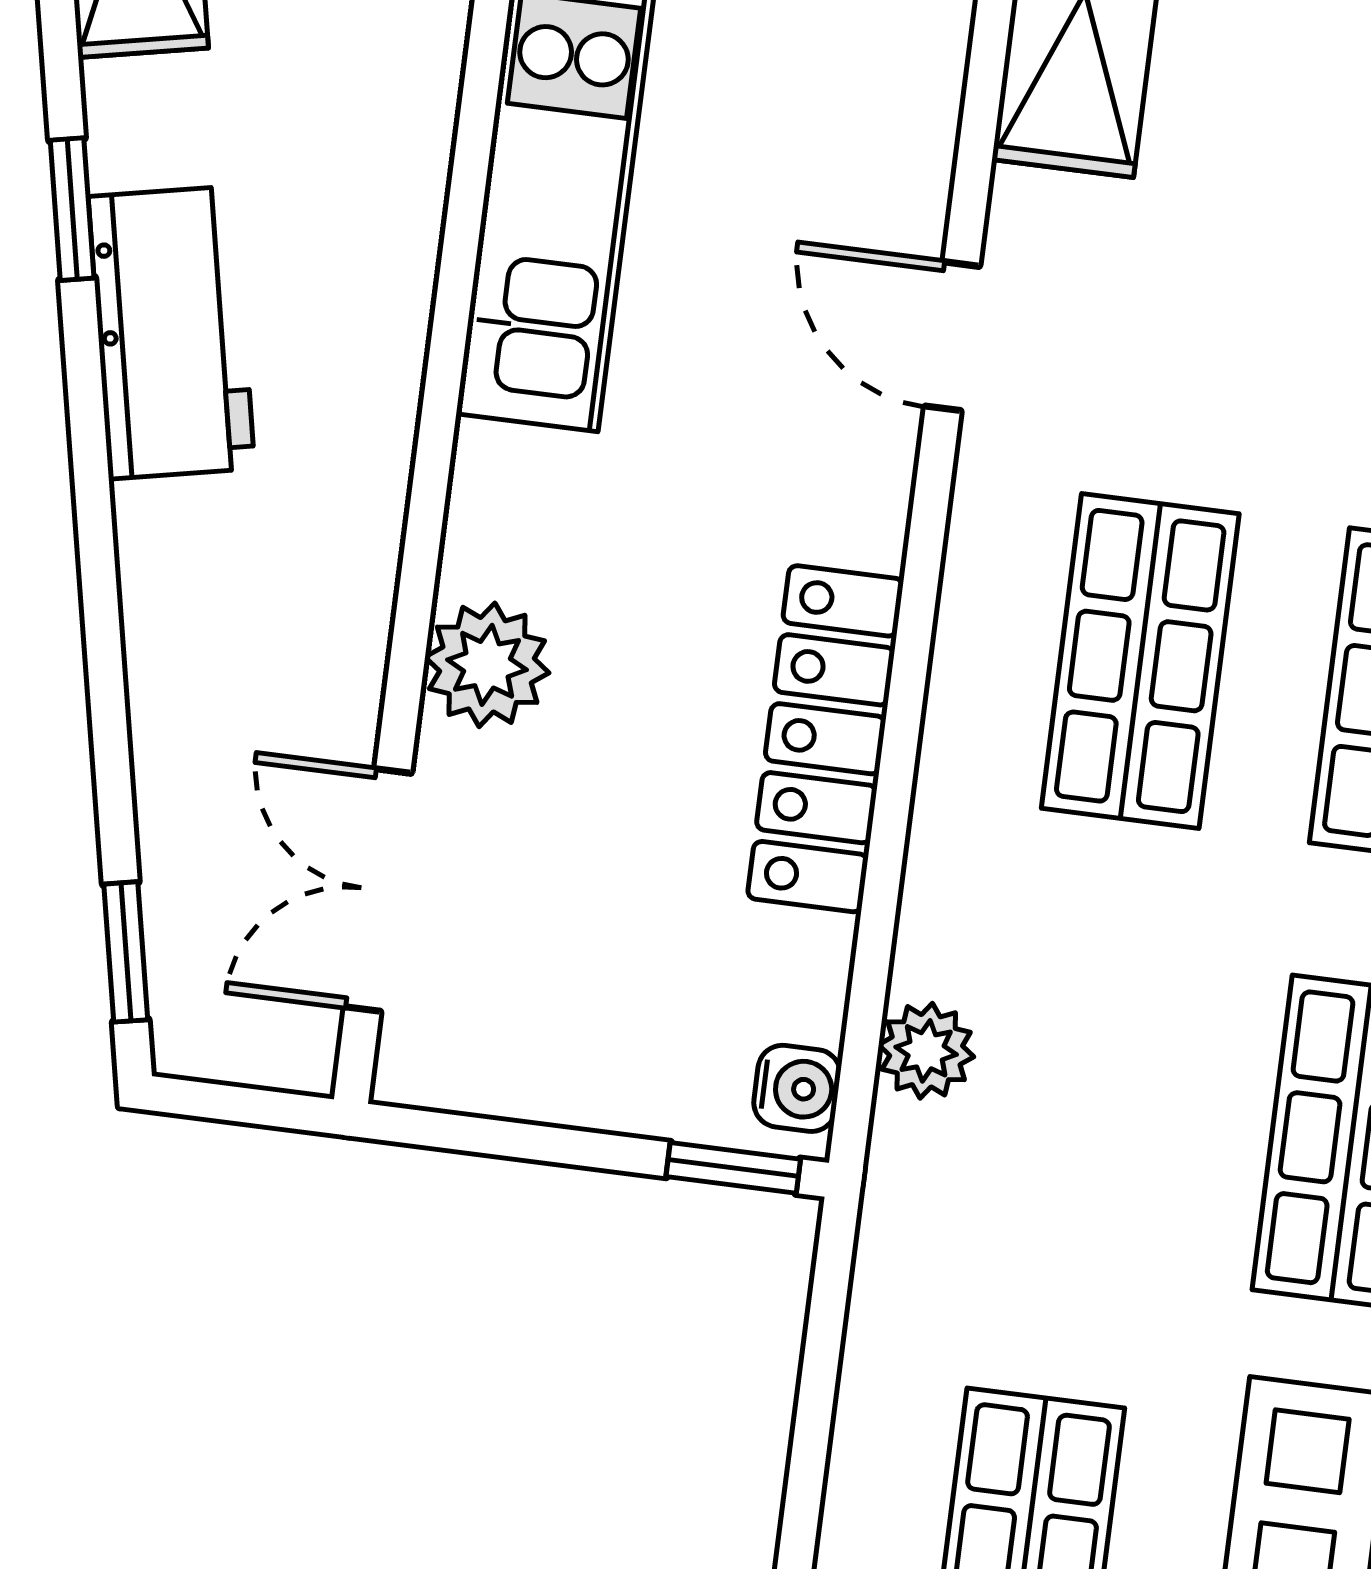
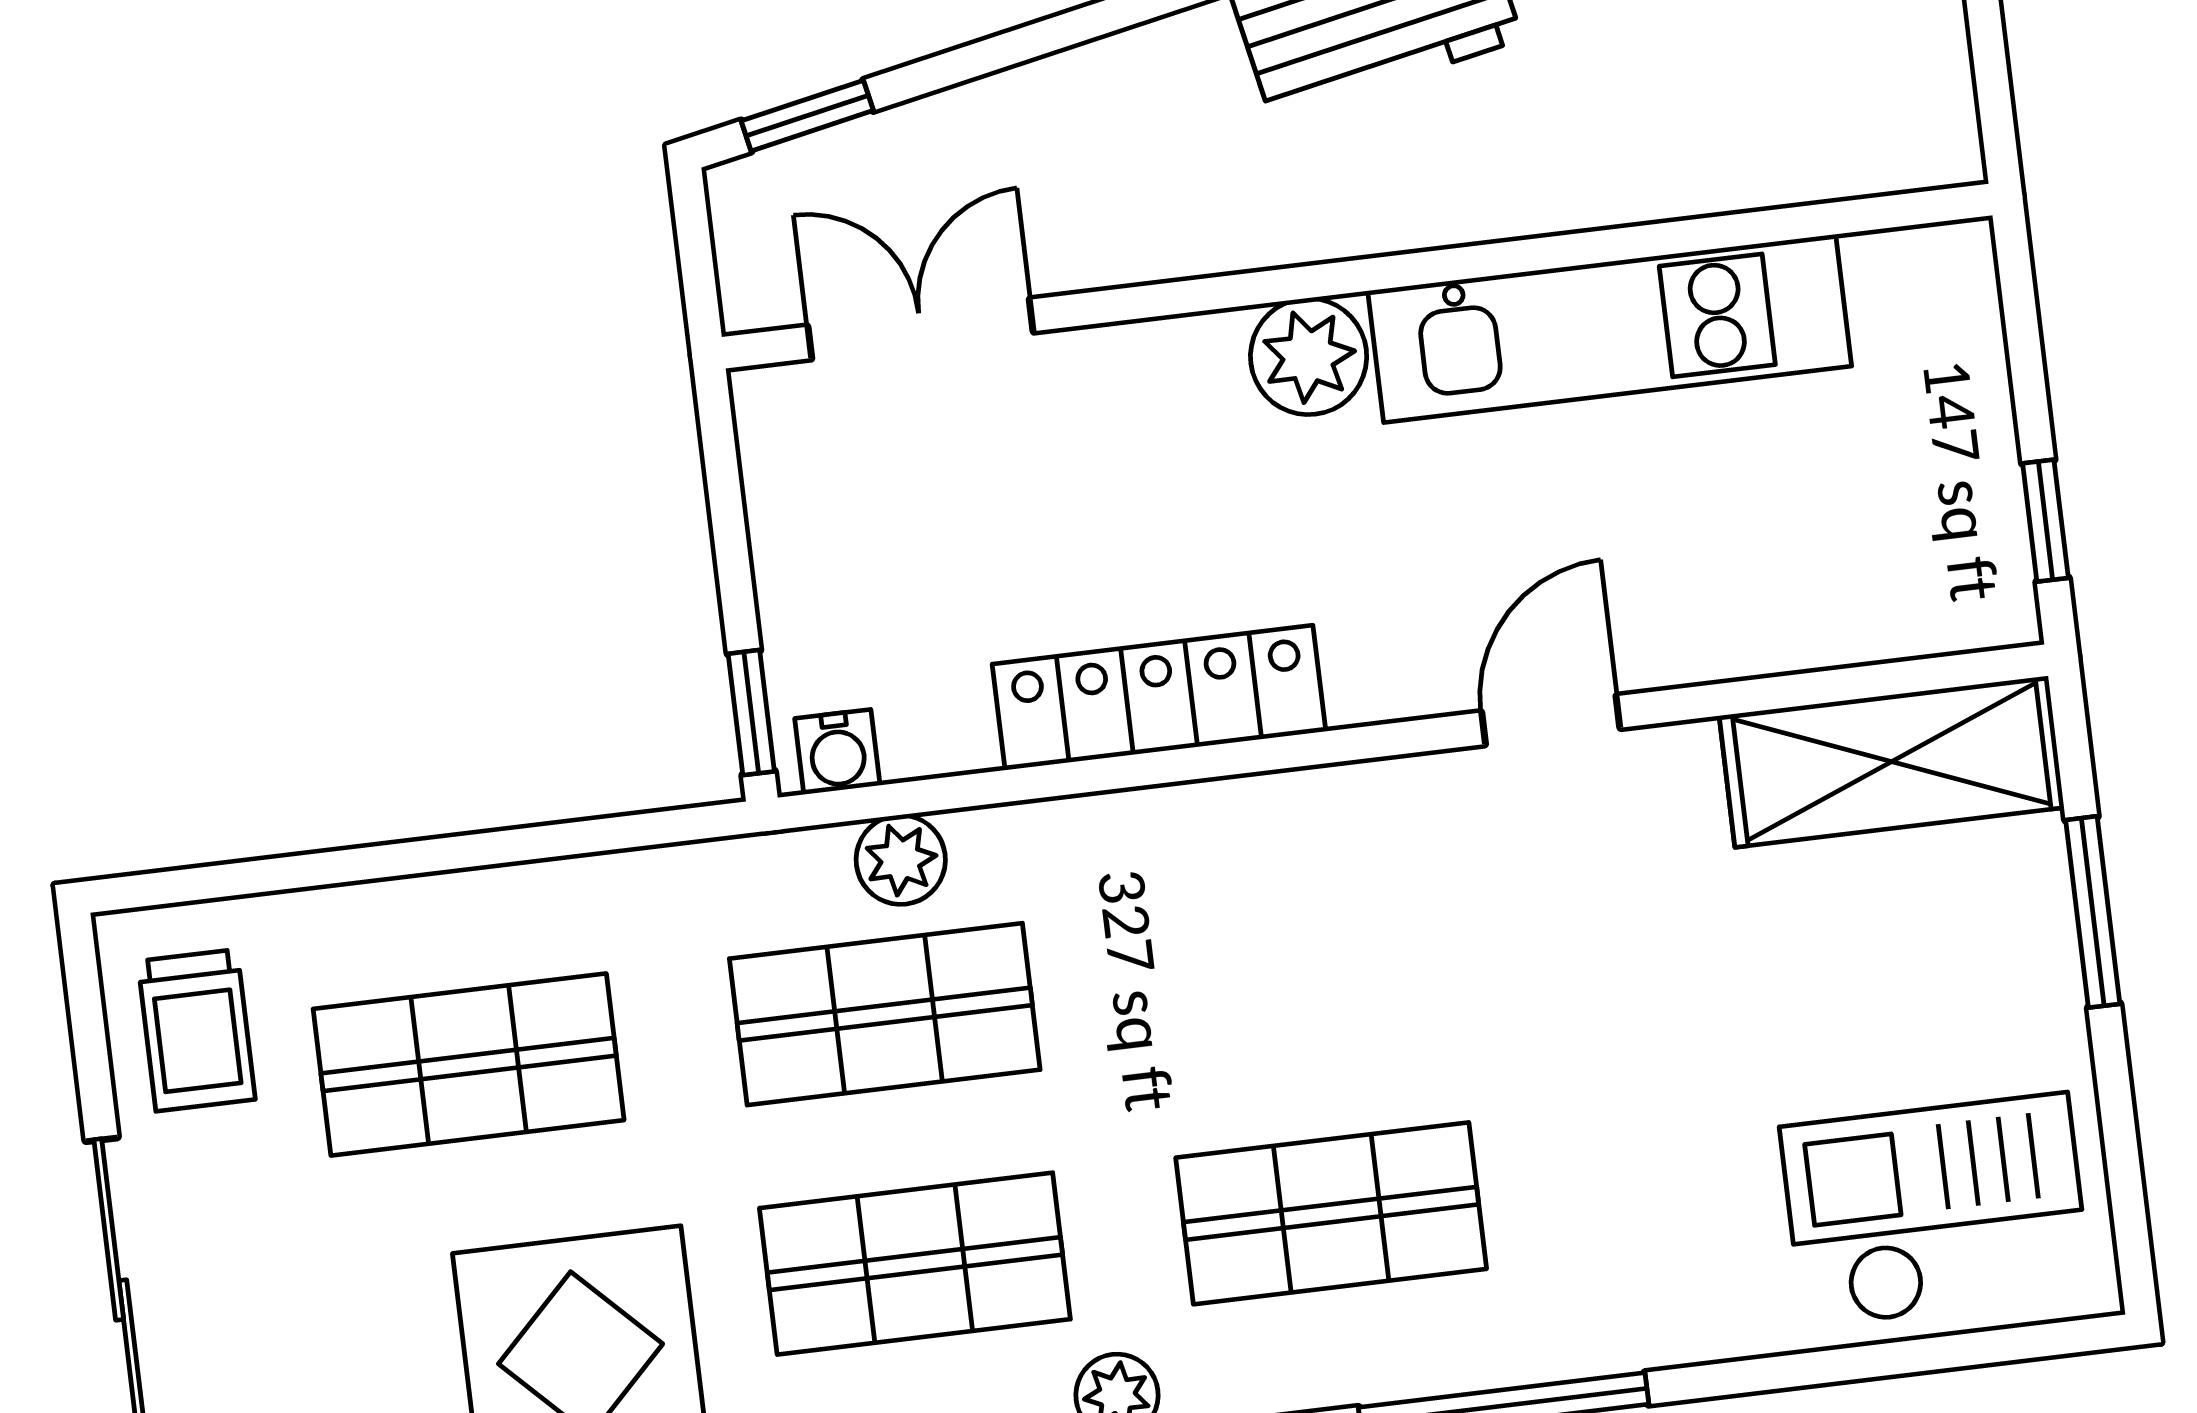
shop shelf: (1140, 661) -> (885, 1014), moved
plant: (487, 665) -> (1309, 357), moved

